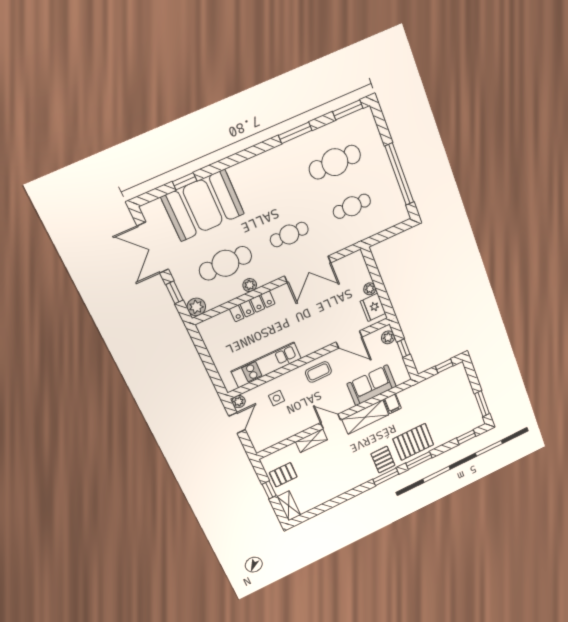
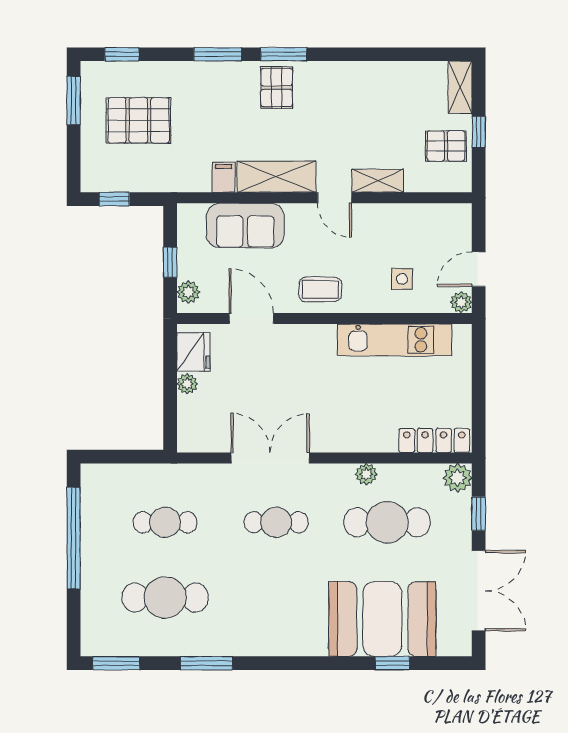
locker: (252, 306) -> (434, 440), moved
pallet: (413, 442) -> (138, 120), moved

